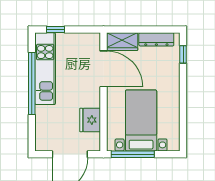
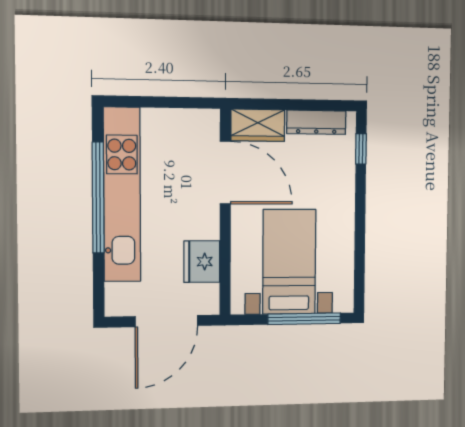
window: (56, 29) -> (140, 102), removed
kitchen unit: (45, 69) -> (122, 195), width x1.36
window: (133, 154) -> (304, 319), moved

